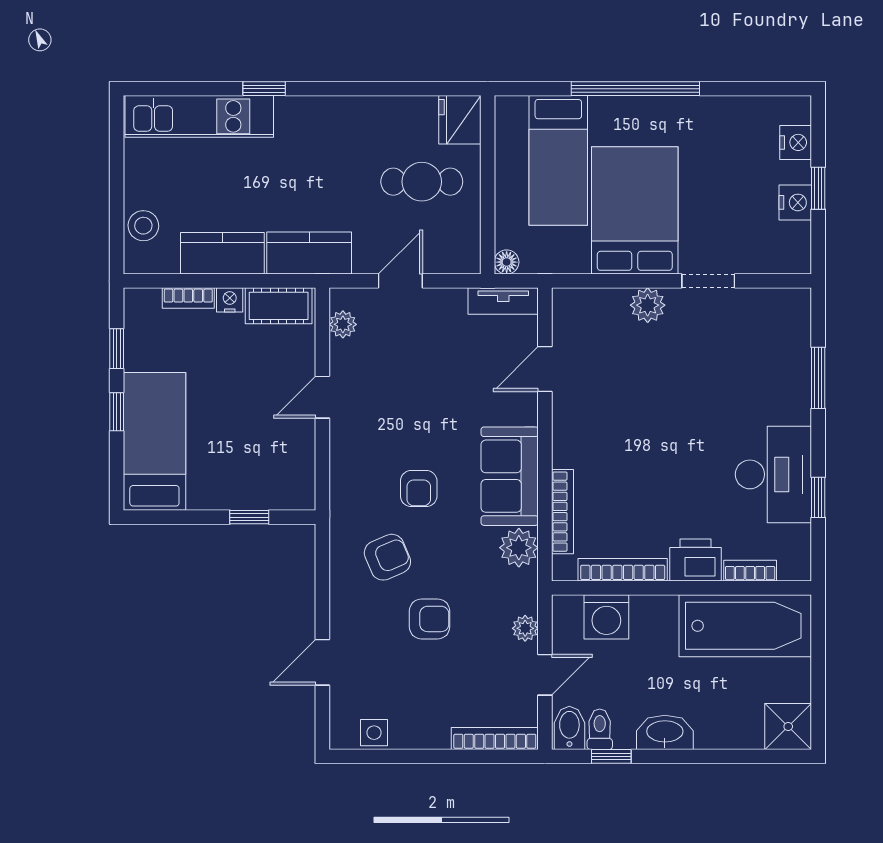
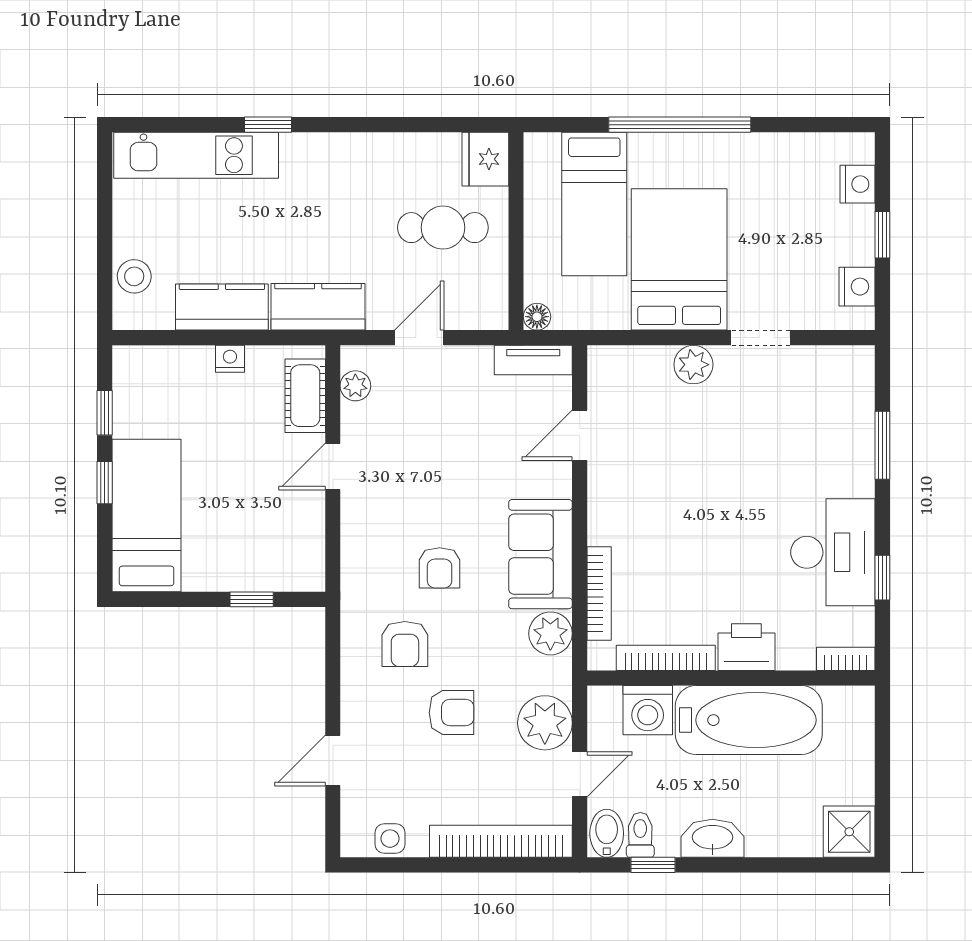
nightstand: (795, 202) -> (857, 287), moved
bookcase: (188, 298) -> (184, 357), removed
cot: (279, 306) -> (305, 396), moved, turned 90
armchair: (387, 557) -> (405, 644), turned 113
bookcase: (750, 571) -> (846, 659), moved
bathtub: (745, 626) -> (749, 720), moved
plant: (525, 628) -> (545, 723), width x1.88, depth x1.88
bookcase: (495, 739) -> (501, 841), width x1.48, depth x1.31

